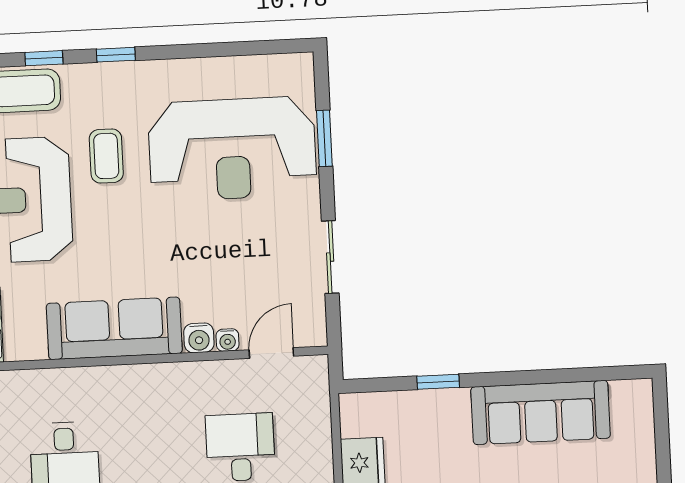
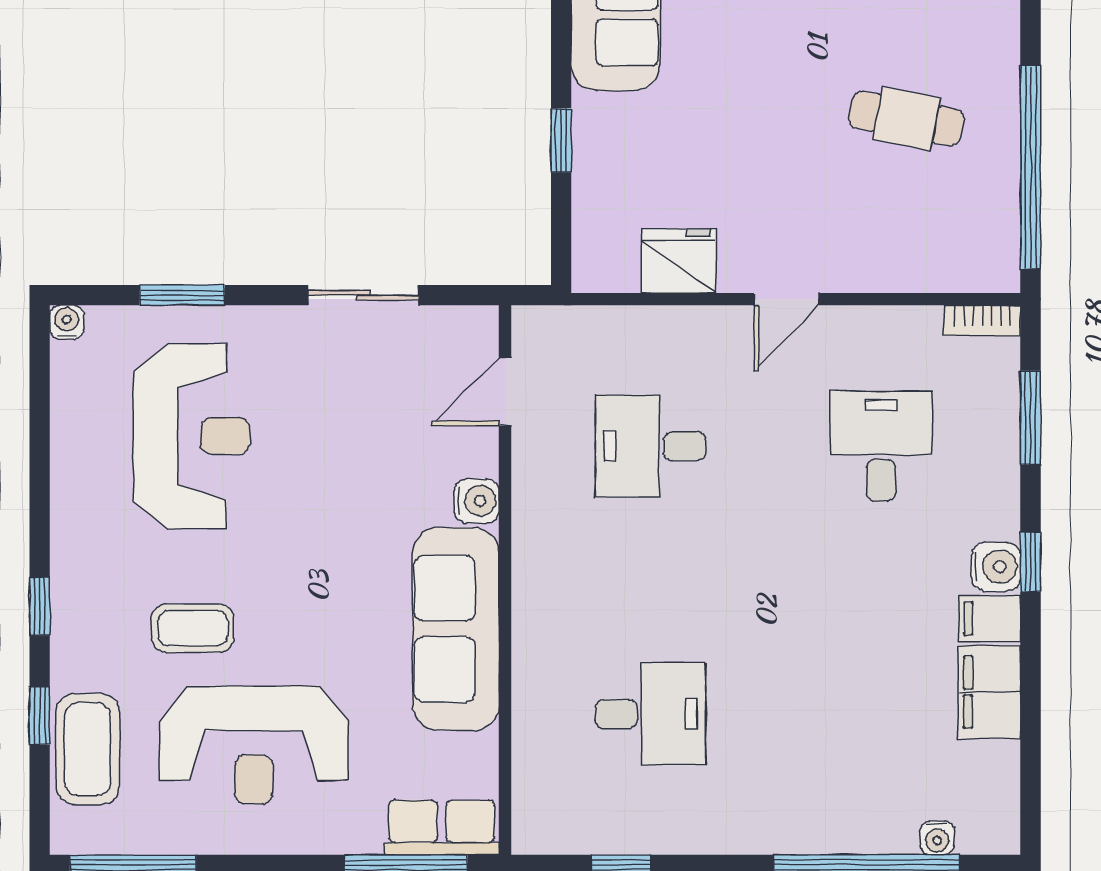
reception desk: (232, 149) -> (191, 436), width x0.74, depth x0.77
water cooler: (228, 340) -> (67, 322), moved, turned -90
door: (271, 353) -> (505, 392), hinge flipped

